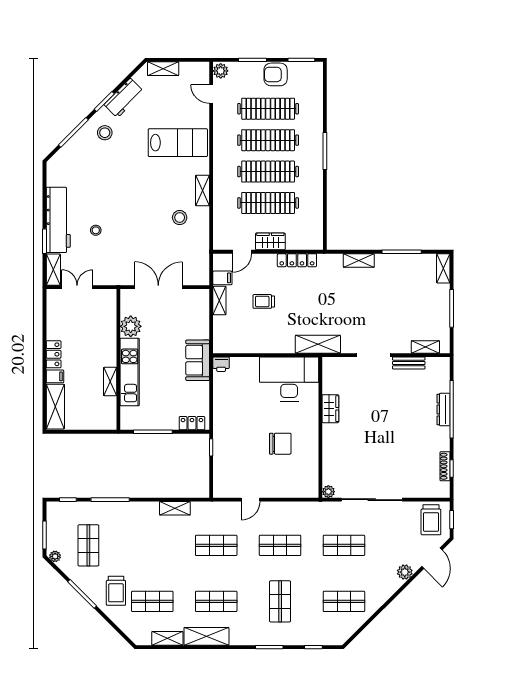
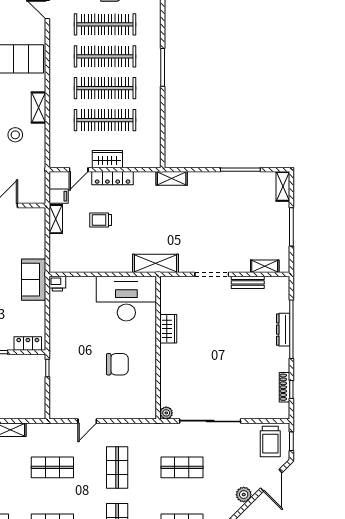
locker: (297, 260) -> (113, 178), moved
shelving: (359, 260) -> (172, 178), moved
shop shelf: (280, 545) -> (117, 467), turned 90

